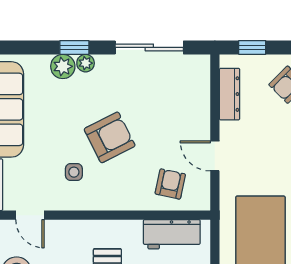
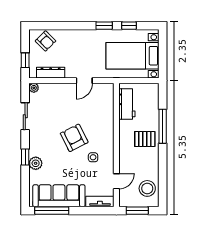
sliding door: (149, 47) -> (25, 116), width x0.73
plant: (86, 63) -> (34, 88), moved
armchair: (170, 184) -> (100, 105), removed

